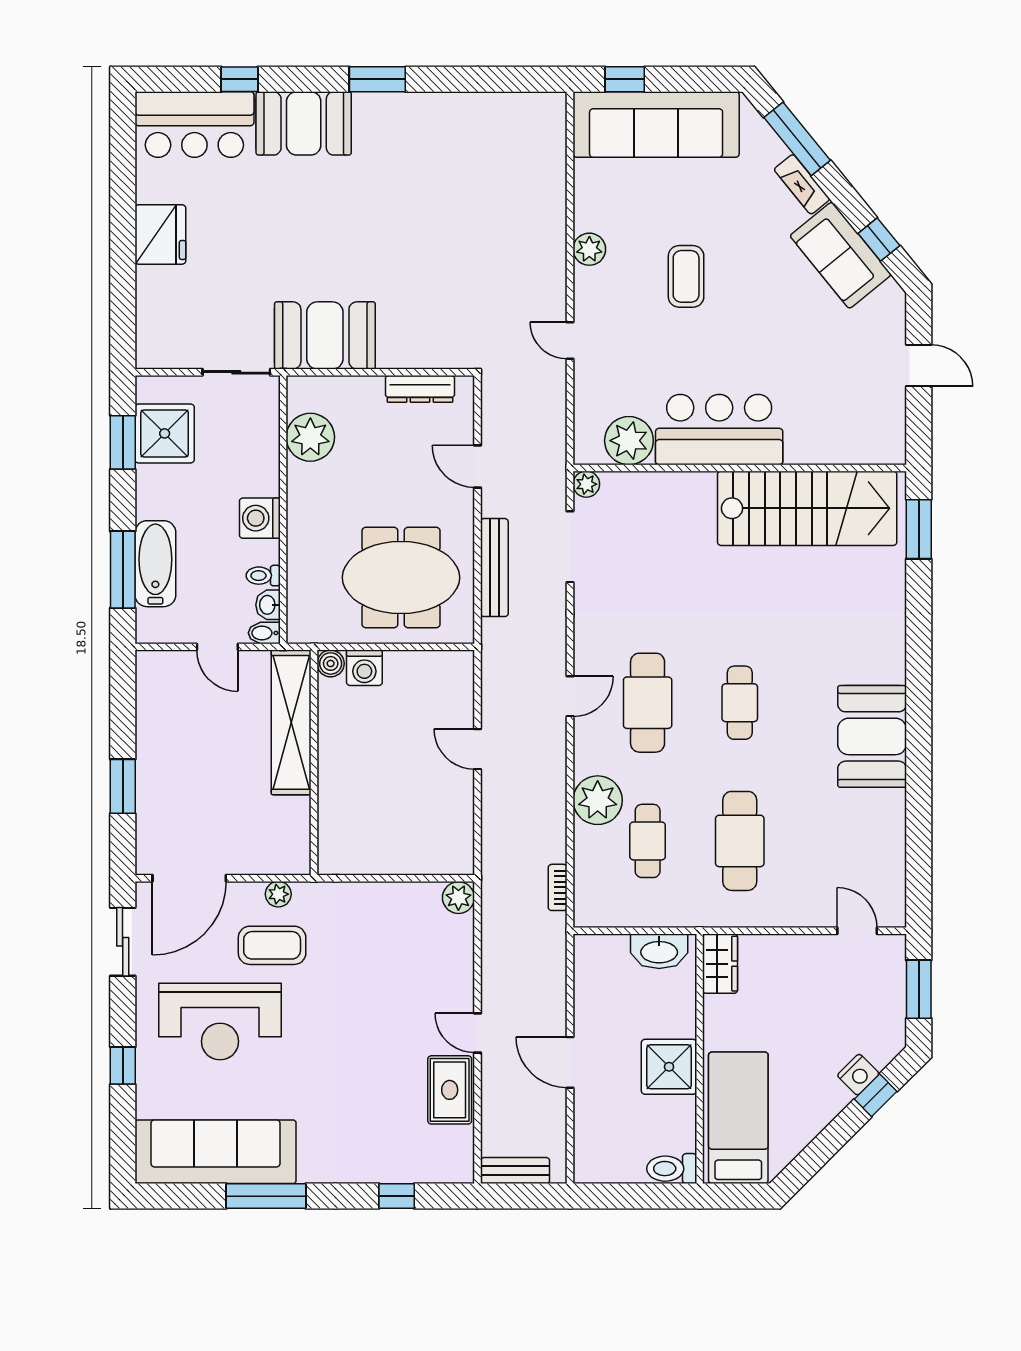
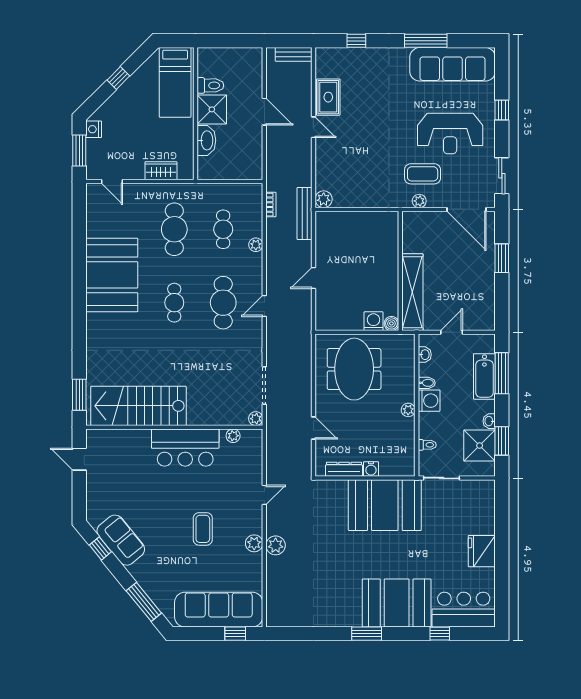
booth: (304, 123) -> (397, 603), width x1.36, depth x1.42
fireplace: (802, 184) -> (141, 578), removed
plant: (549, 245) -> (276, 545), added
booth: (325, 335) -> (385, 505), width x1.36, depth x1.42
door: (570, 341) -> (264, 495), hinge flipped
door: (919, 365) -> (79, 459), moved
water cooler: (369, 389) -> (371, 469), added
plant: (310, 437) -> (408, 410), moved, width x0.53, depth x0.53
plant: (629, 441) -> (233, 436), width x0.53, depth x0.53
washbasin: (146, 480) -> (489, 421), added
bench: (494, 568) -> (305, 213), moved
toilet: (263, 576) -> (427, 445), moved
meeting table: (401, 578) -> (354, 369), turned 90
bidet: (264, 633) -> (427, 383), moved
door: (217, 647) -> (452, 332), hinge flipped
booth: (872, 736) -> (112, 275), width x1.36, depth x1.42
door: (477, 749) -> (313, 278), swing flipped
plant: (598, 800) -> (256, 245), width x0.53, depth x0.53
door: (189, 878) -> (466, 209), swing flipped
washbasin: (659, 951) -> (206, 140), moved, turned 90
wardrobe: (720, 964) -> (161, 171), moved, turned 90
reception desk: (220, 1022) -> (450, 133), turned 180
nightstand: (858, 1075) -> (94, 129), moved, turned -45
window: (876, 1095) -> (118, 78), moved
toilet: (672, 1169) -> (210, 85), moved

